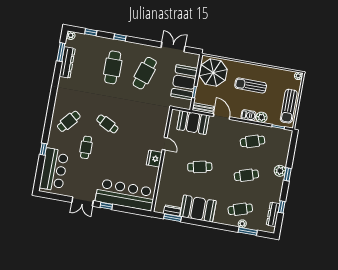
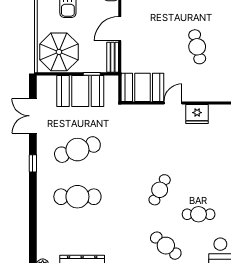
window: (91, 32) -> (33, 237), removed
window: (120, 37) -> (33, 163), moved
cafe table: (145, 73) -> (77, 150), turned -36
booth: (193, 122) -> (142, 87), moved, turned 90

